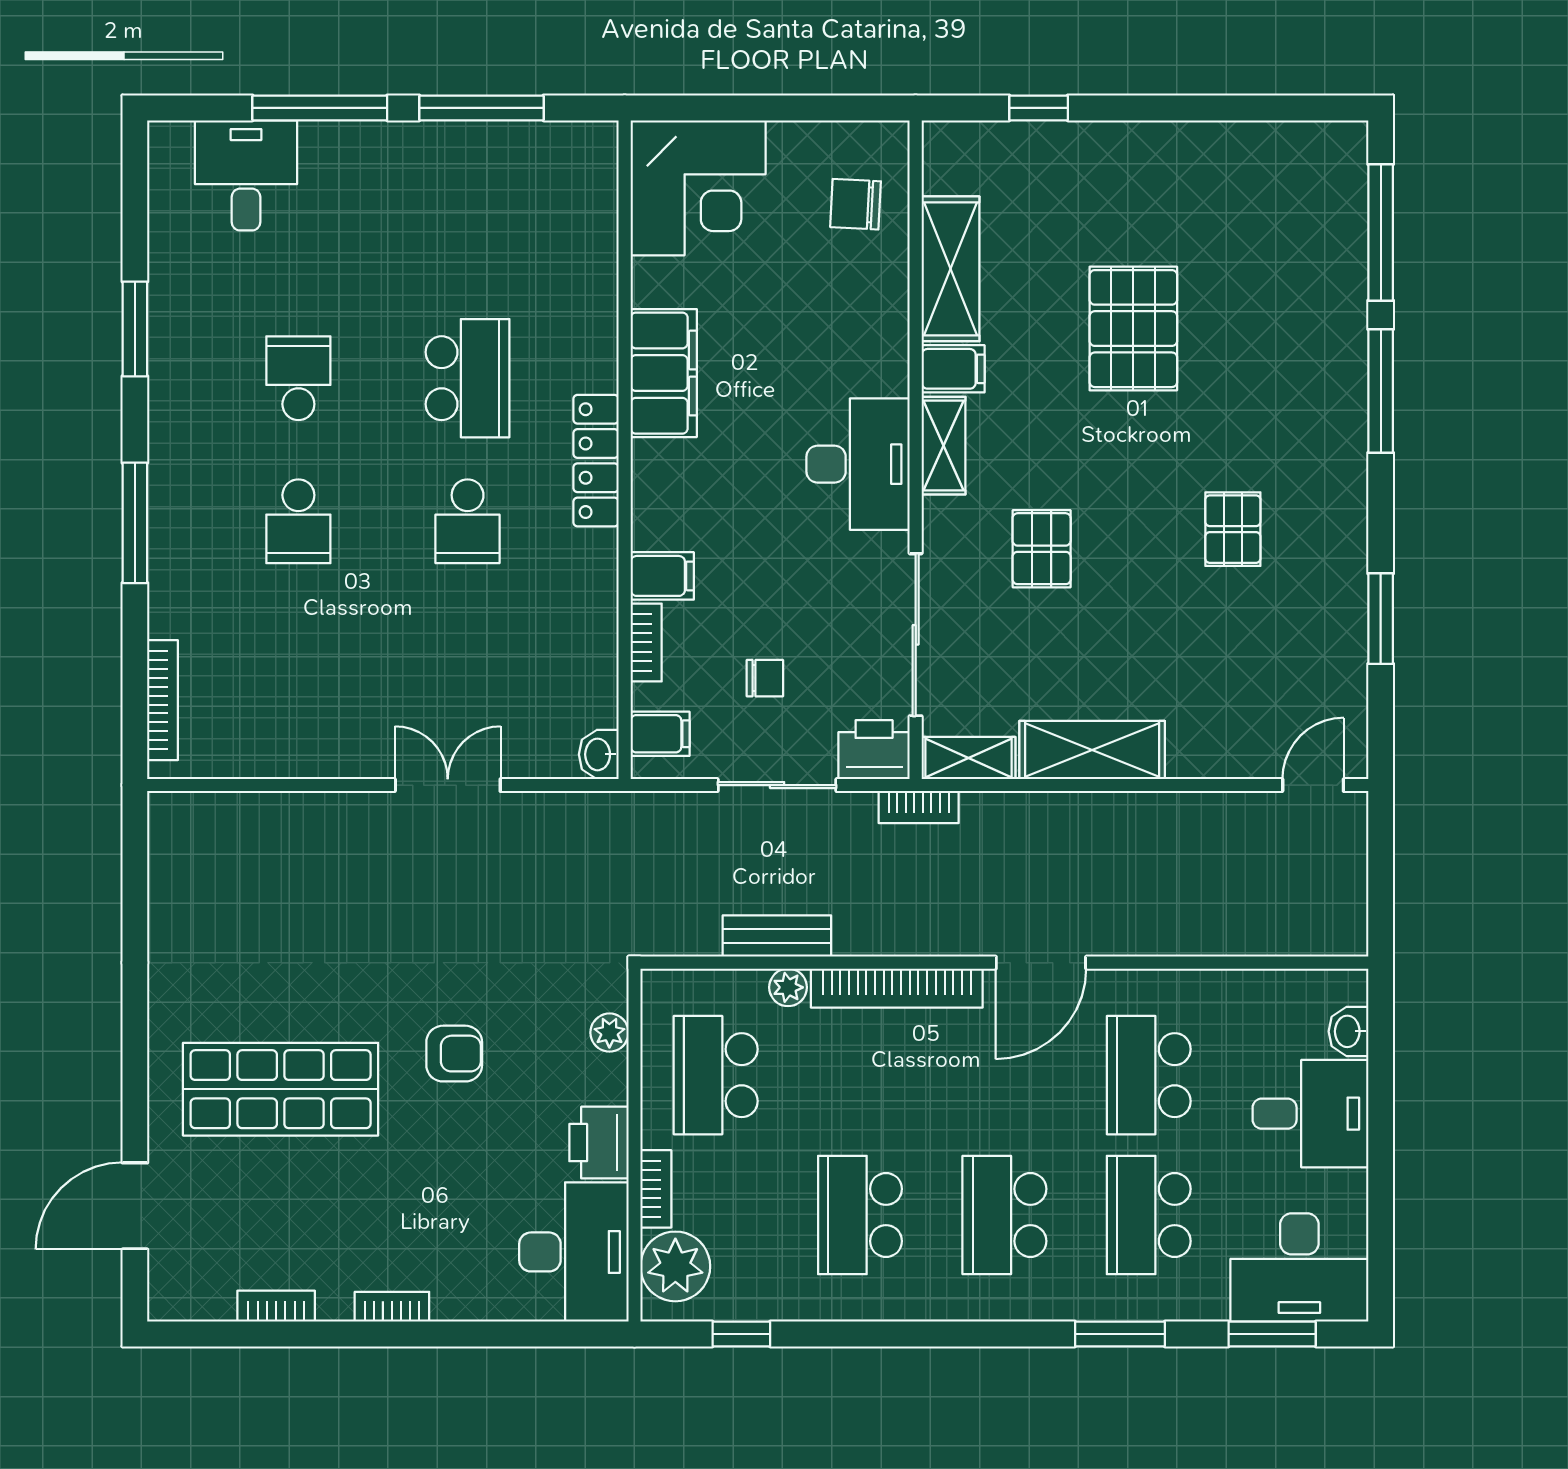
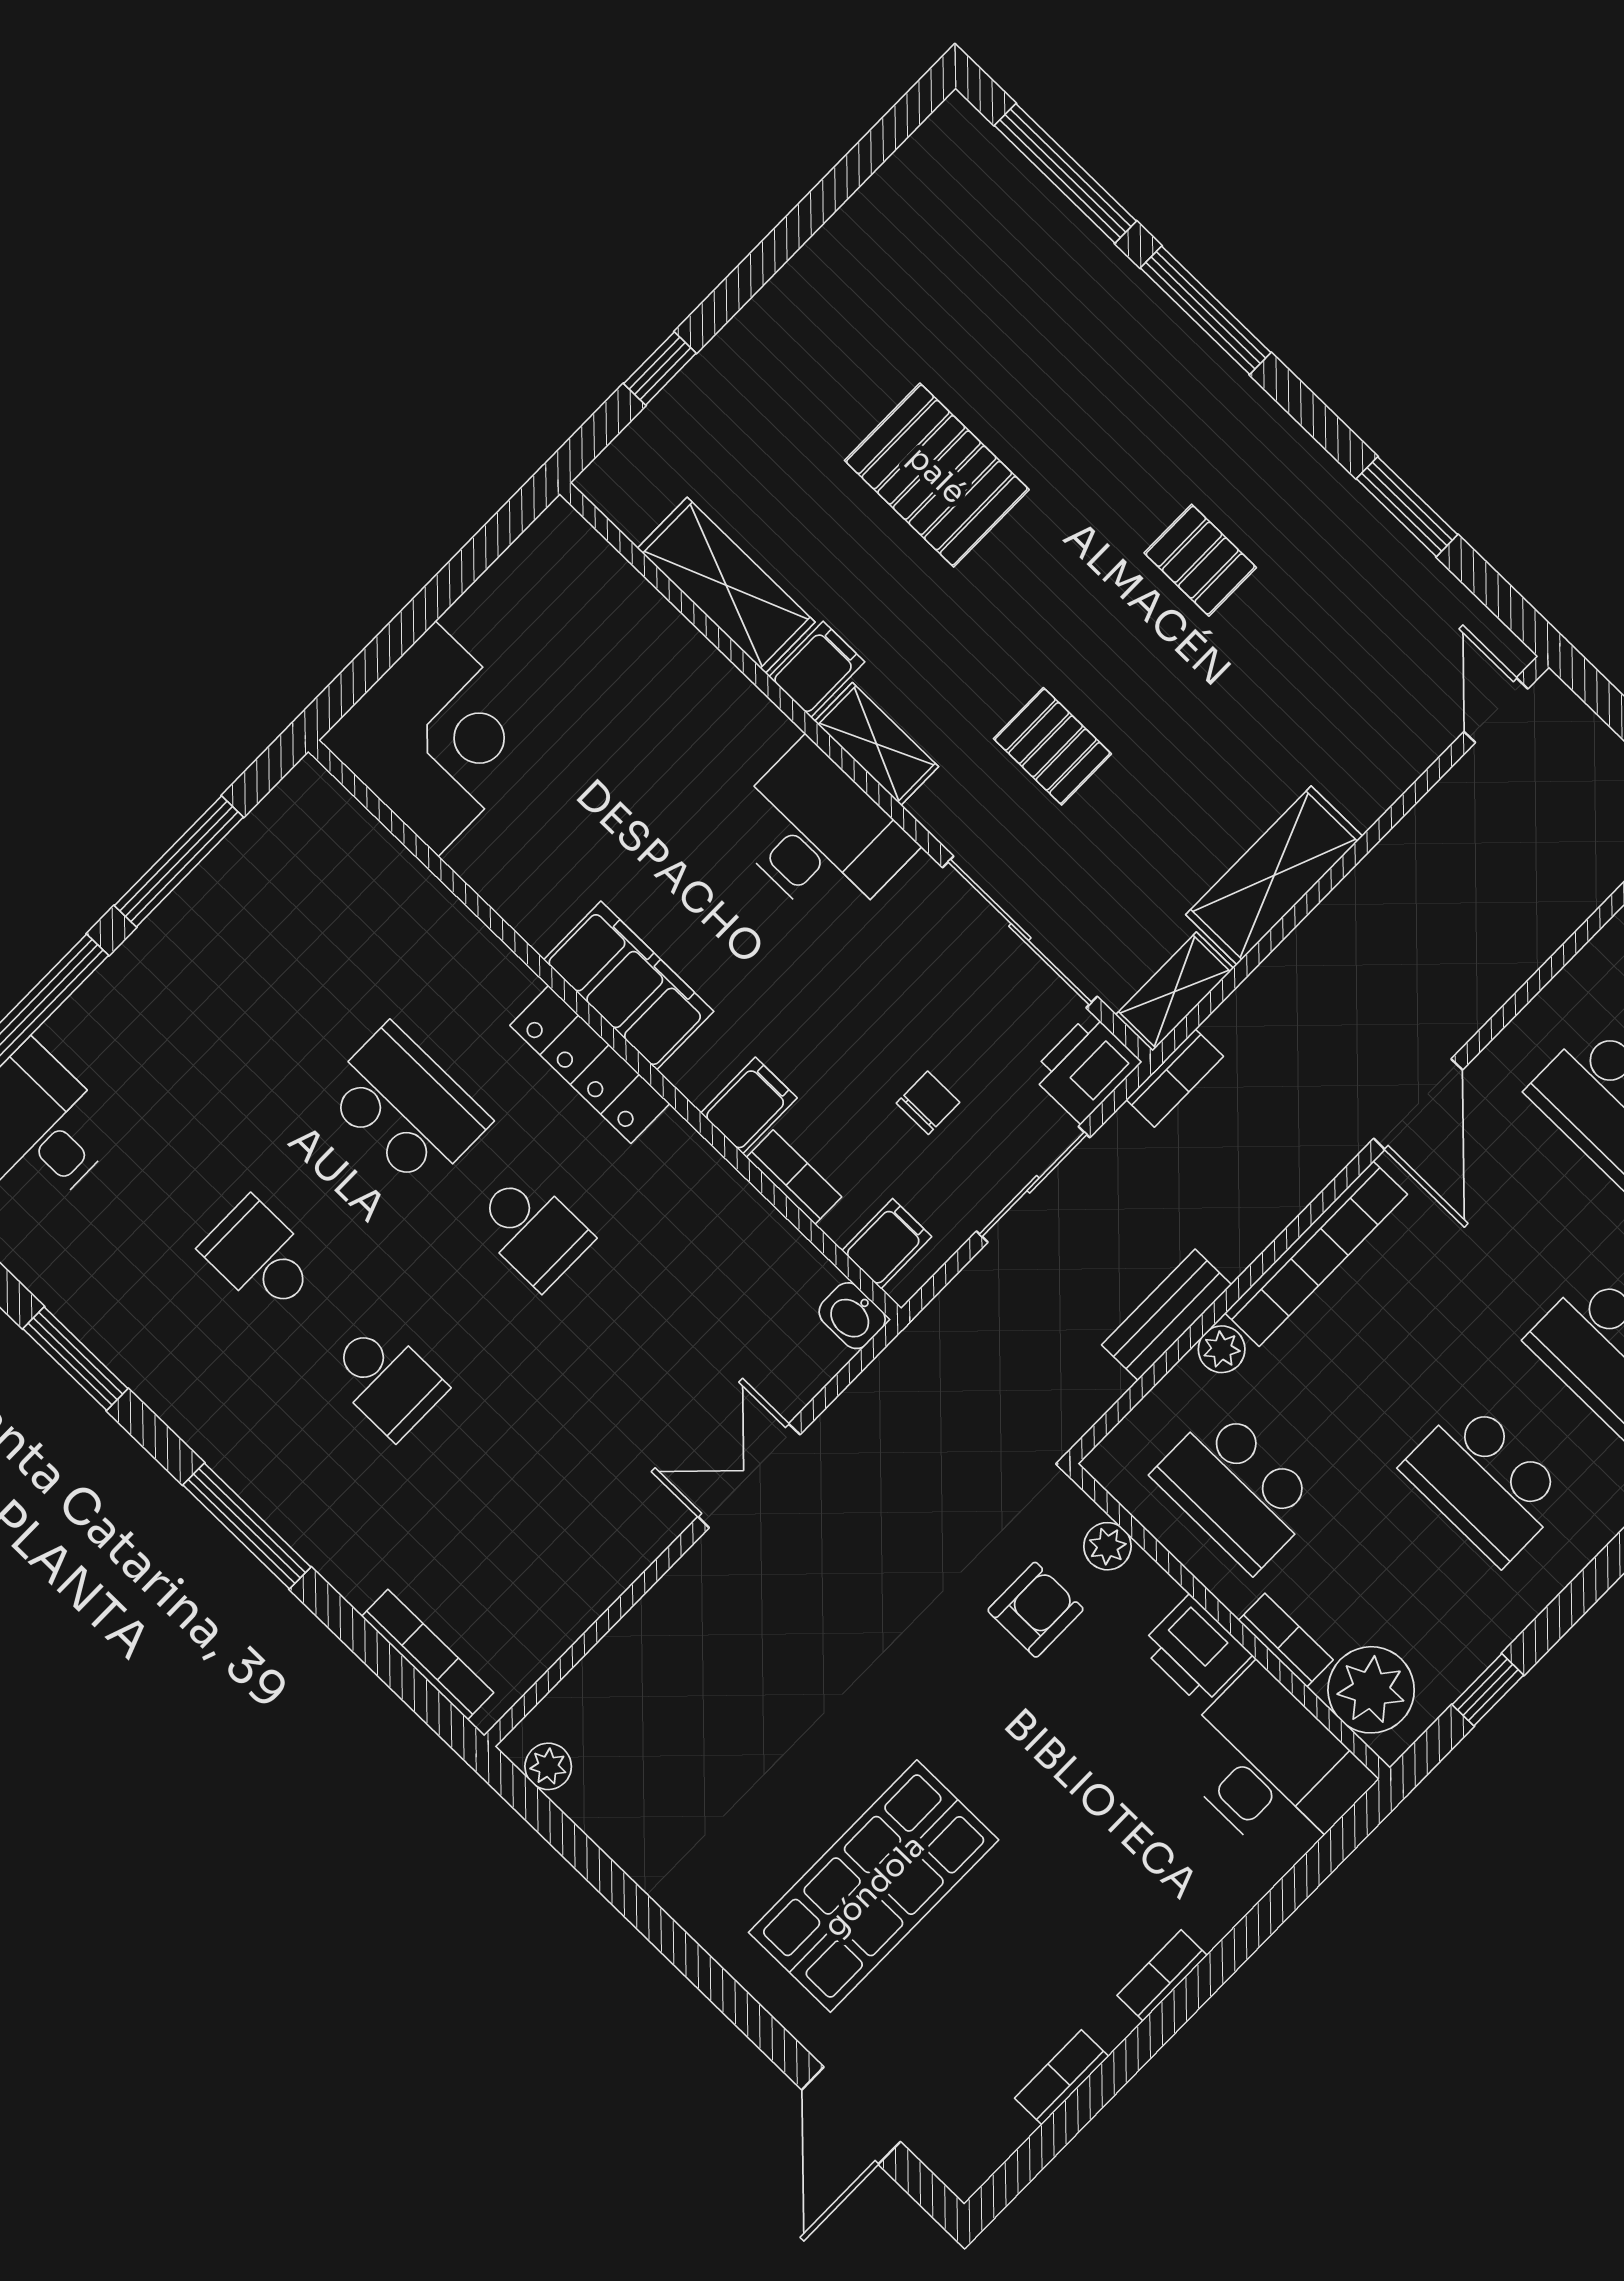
chair: (856, 204) -> (587, 613), removed
filing cabinet: (664, 373) -> (629, 985), moved
plant: (166, 833) -> (548, 1766), added
armchair: (454, 1054) -> (1035, 1610), moved

